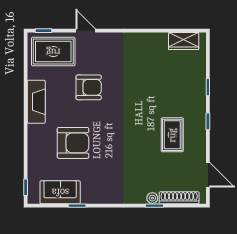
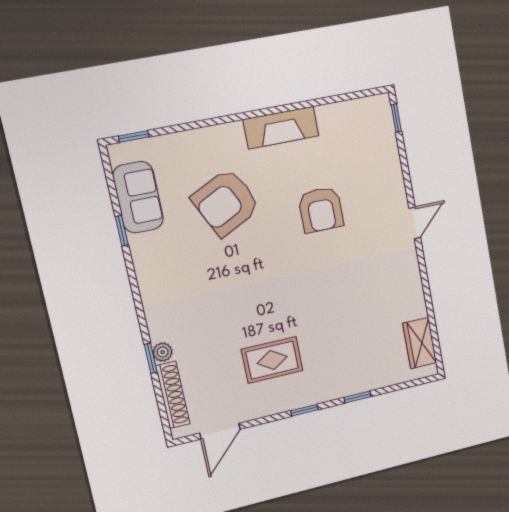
door: (86, 31) -> (415, 223), moved
rug: (53, 52) -> (366, 140), removed
armchair: (73, 143) -> (226, 202), turned 64

